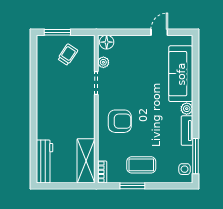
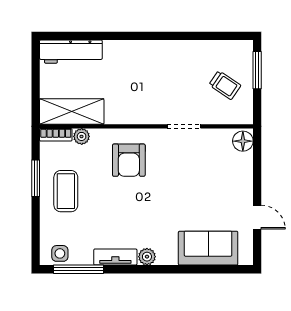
plant: (103, 62) -> (82, 136), moved
sofa: (181, 74) -> (208, 248), width x0.73

